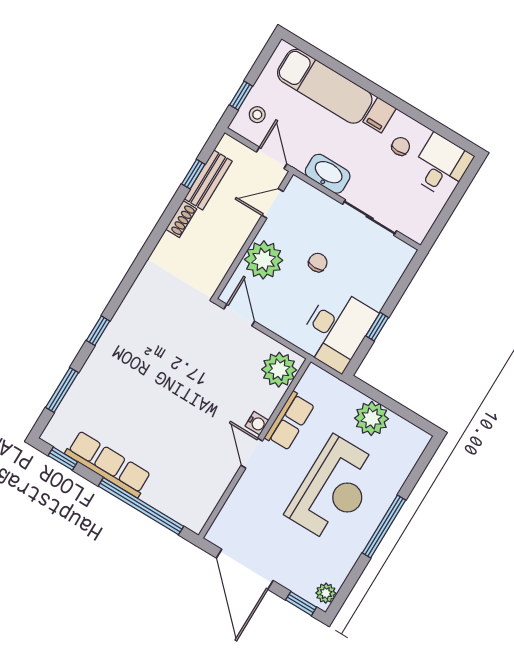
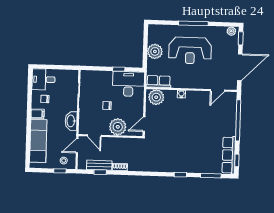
row of seats: (290, 421) -> (159, 82), moved
door: (252, 453) -> (217, 90), moved
row of seats: (108, 464) -> (229, 155), moved
reception desk: (334, 489) -> (190, 50), turned 180

